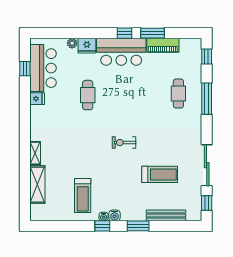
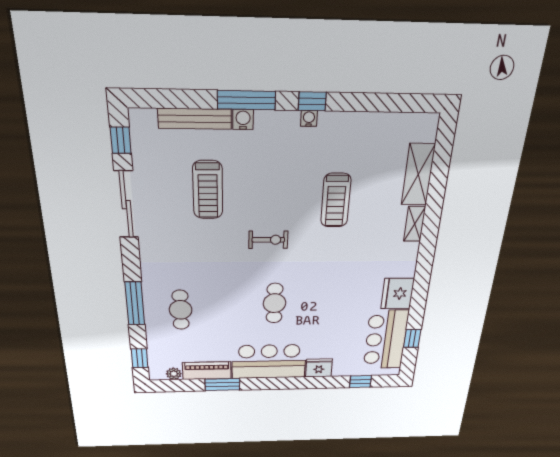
window: (124, 33) -> (360, 382), moved
plant: (72, 43) -> (174, 374), moved
cafe table: (88, 95) -> (274, 303), moved
fridge: (37, 99) -> (398, 294), width x1.88, depth x1.34
treadmill: (160, 174) -> (208, 190), turned -90
treadmill: (83, 195) -> (336, 200), moved, turned 180
water cooler: (115, 215) -> (243, 119), moved
window: (138, 226) -> (246, 100), width x1.44

